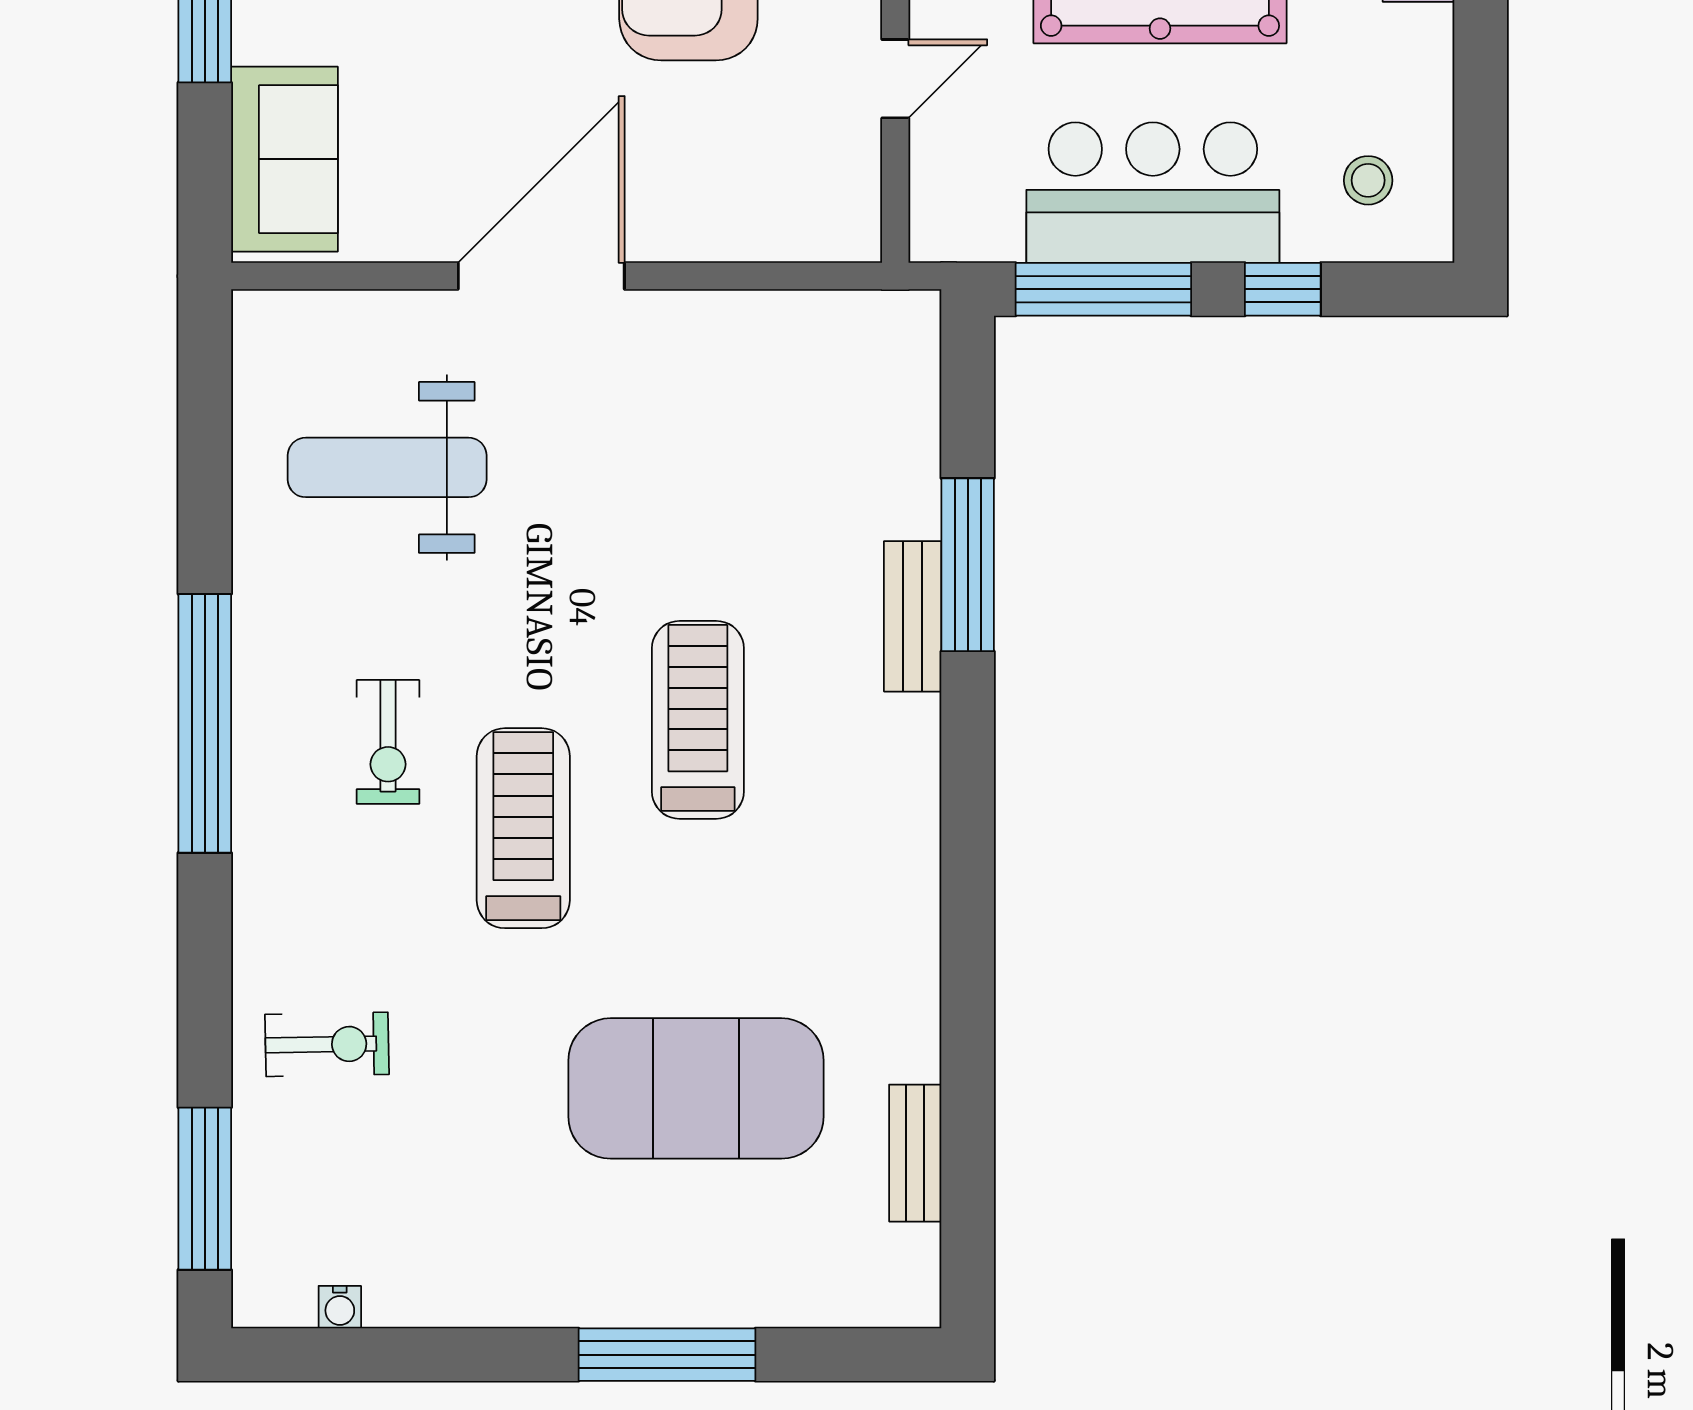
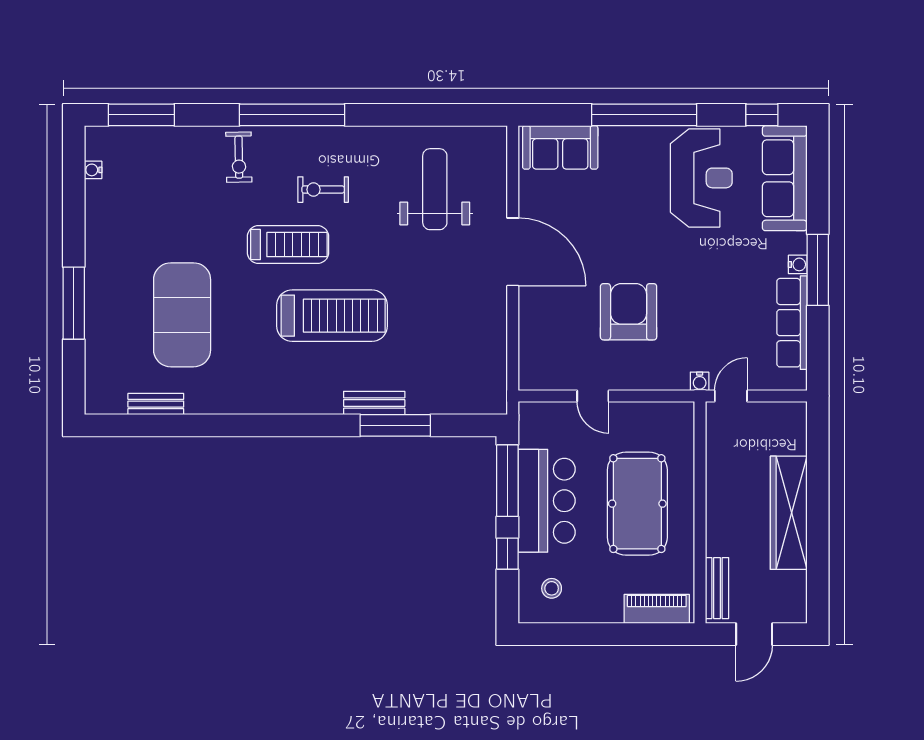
treadmill: (698, 720) -> (332, 316), width x1.37, depth x1.38
window: (205, 723) -> (292, 115), moved
exercise bike: (327, 1044) -> (239, 157), moved

